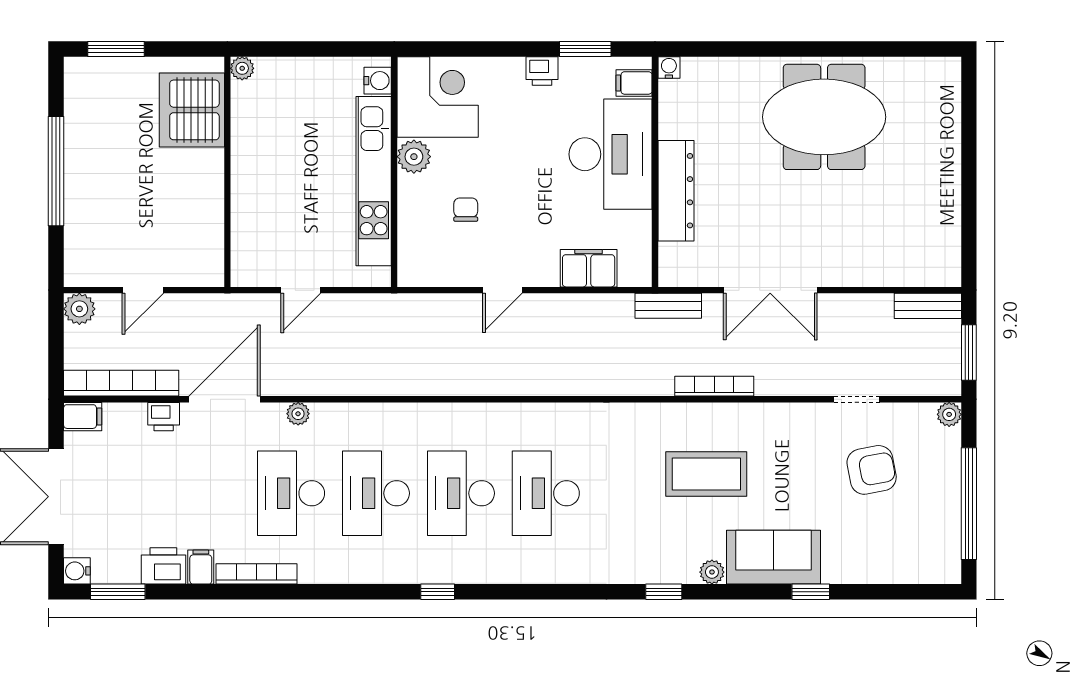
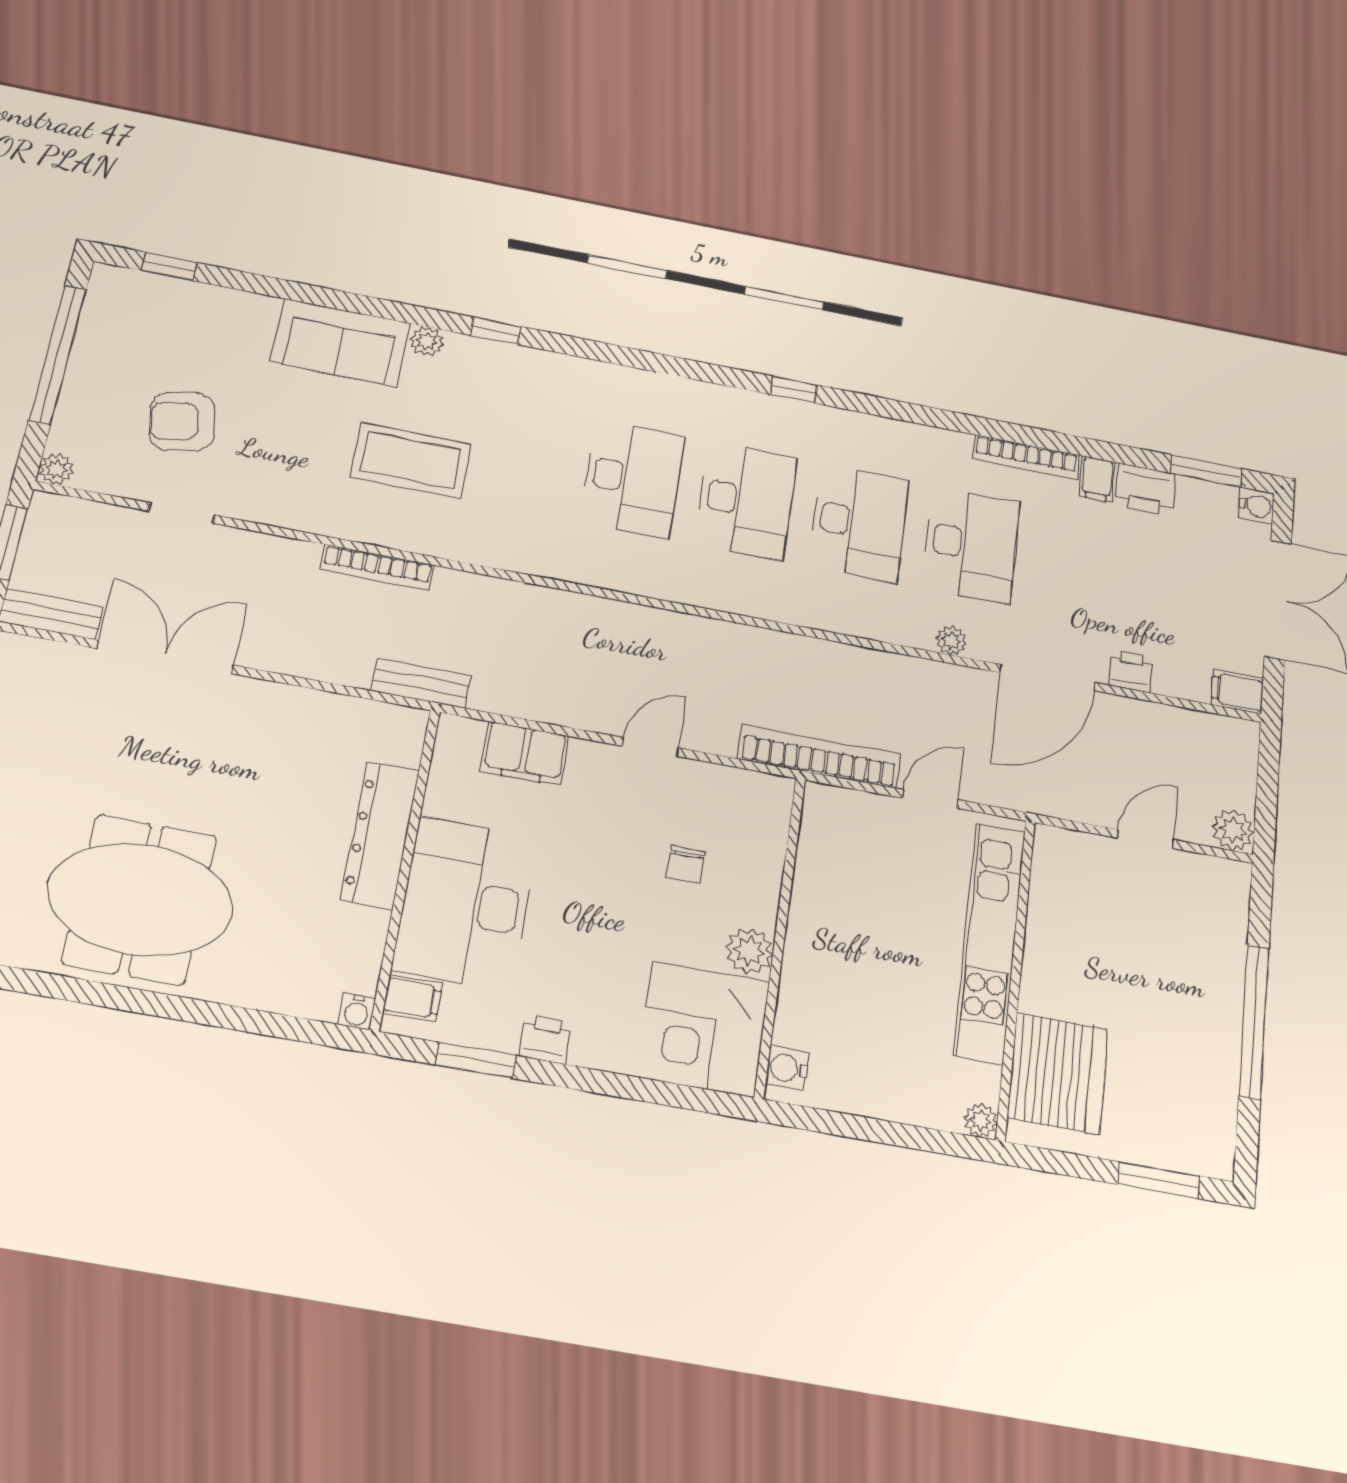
kitchen unit: (374, 181) -> (990, 942), moved, turned 180
double door: (770, 290) -> (165, 657), moved
bookcase: (121, 383) -> (819, 757), moved, turned 180
window: (811, 592) -> (169, 267), moved

